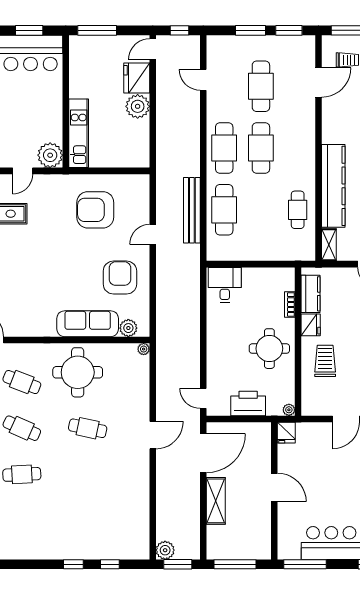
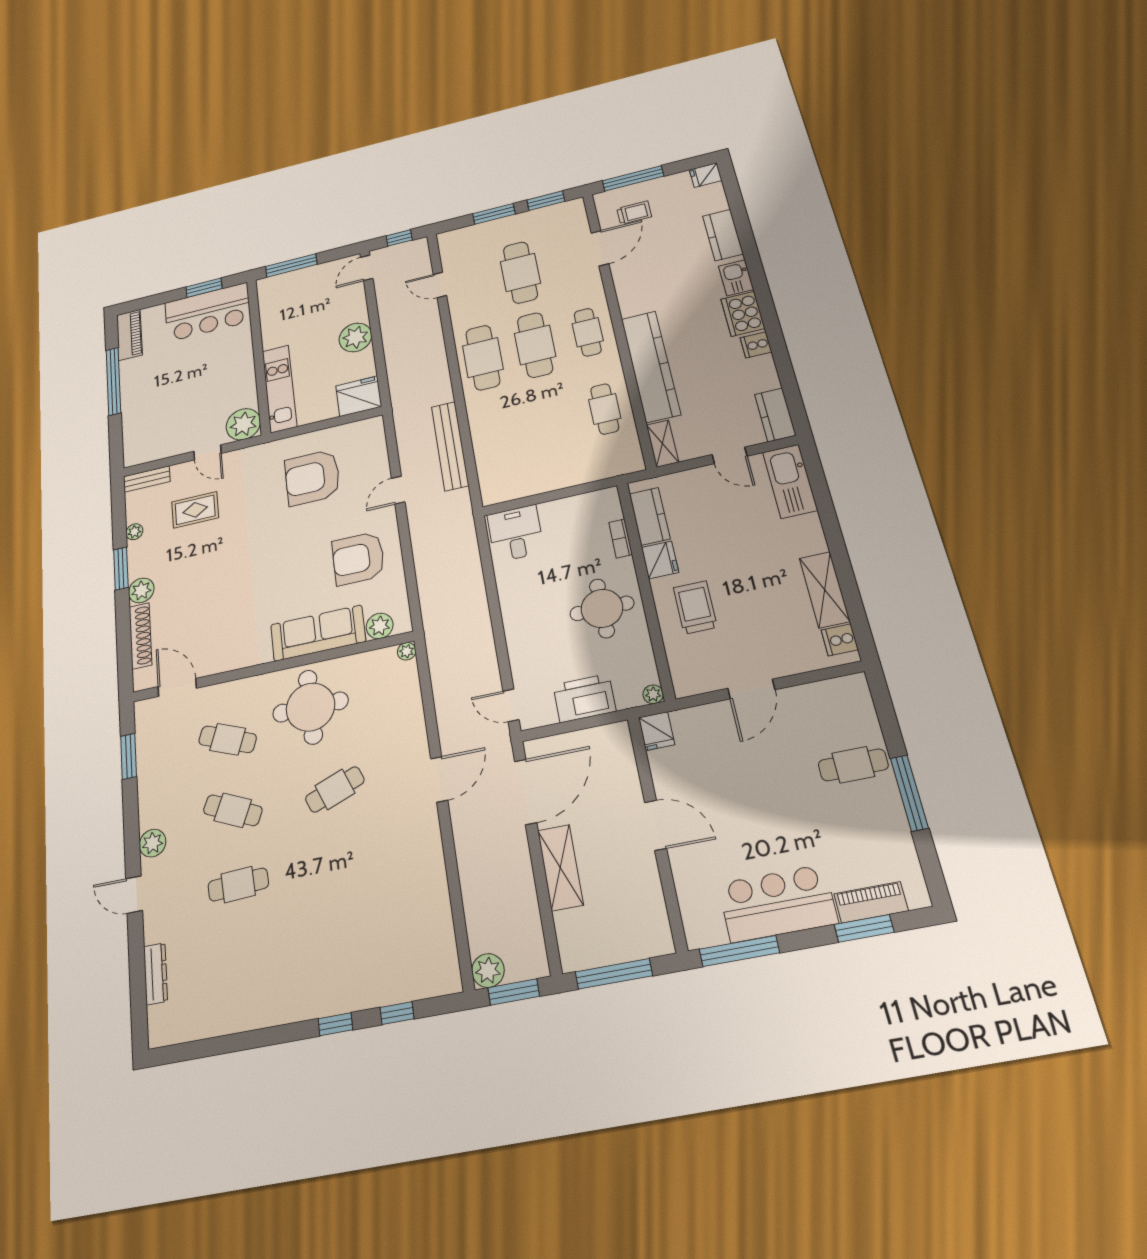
fridge: (137, 78) -> (359, 396), moved, turned 90
door: (23, 171) -> (208, 452), hinge flipped
cafe table: (224, 210) -> (588, 332), moved, width x0.73, depth x0.74
armchair: (120, 278) -> (358, 558), turned -90
cafe table: (88, 428) -> (335, 789), turned -33

